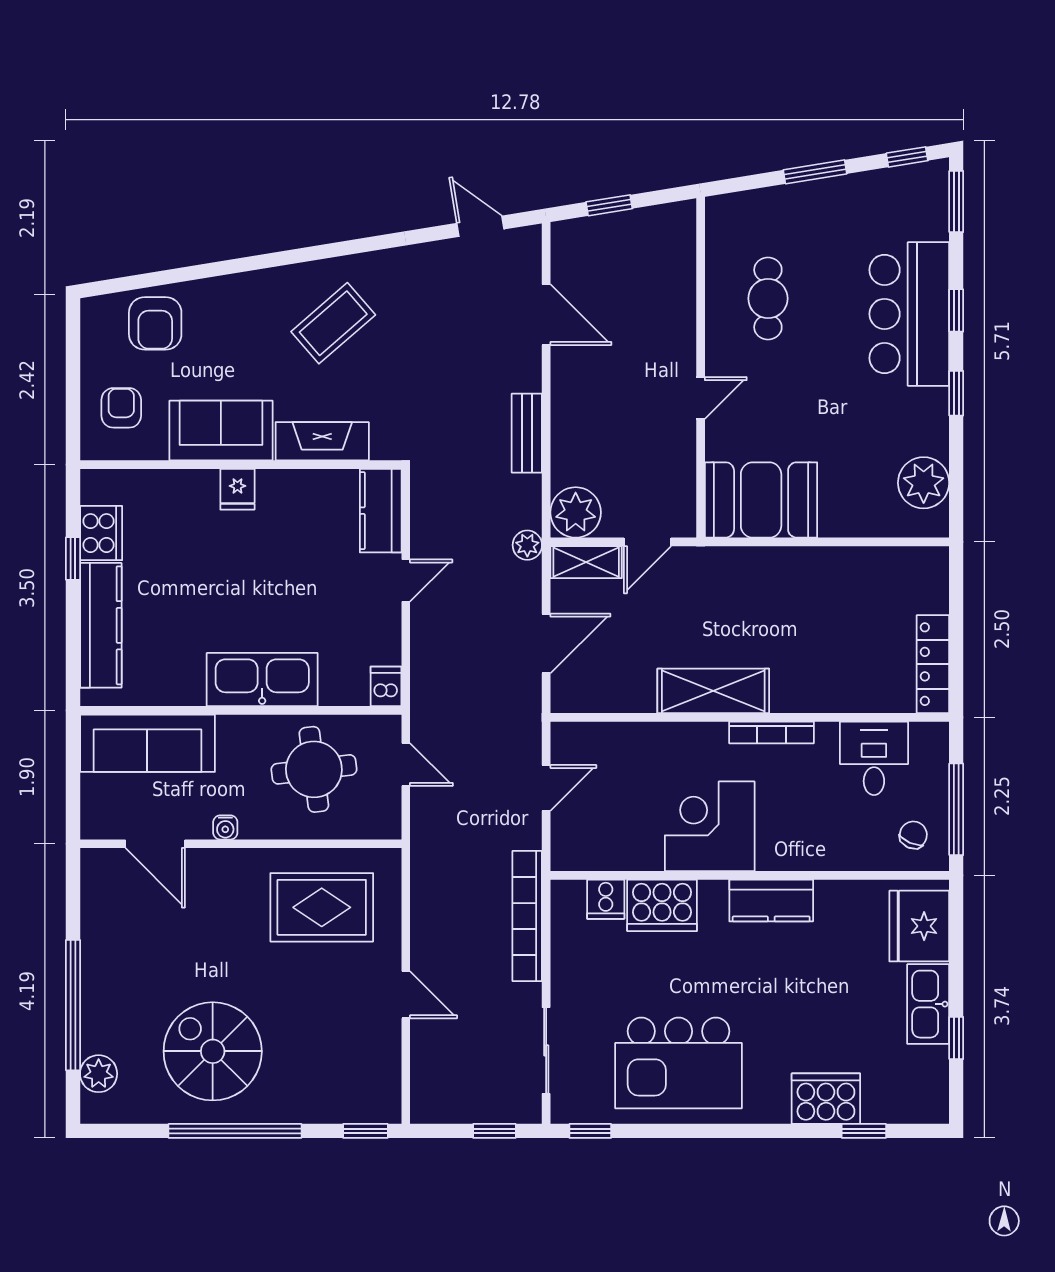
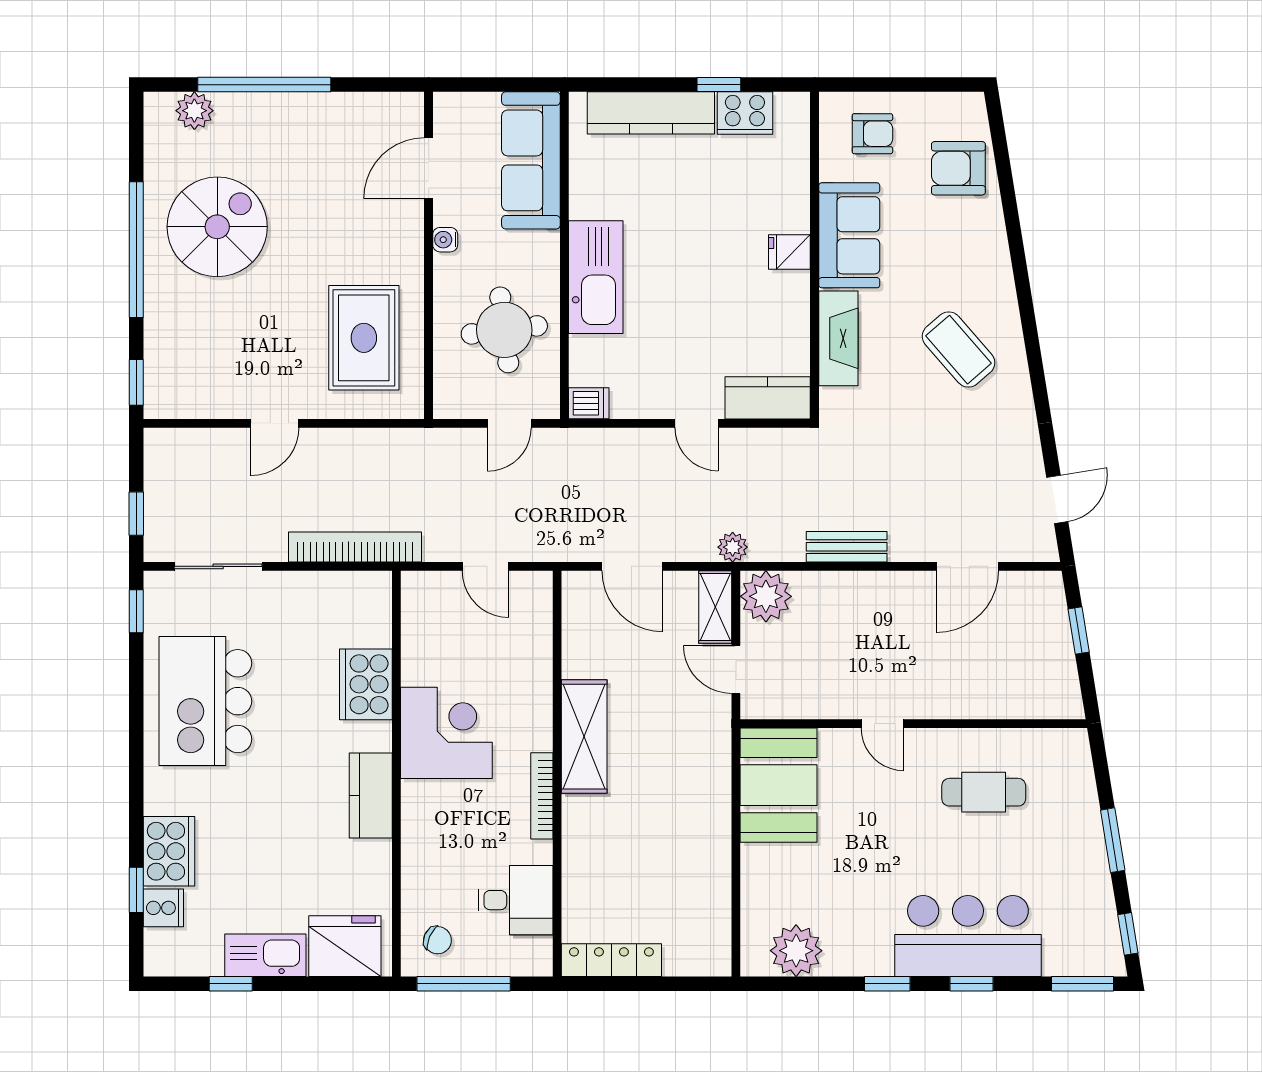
cooker: (606, 899) -> (163, 908), moved, turned 180

